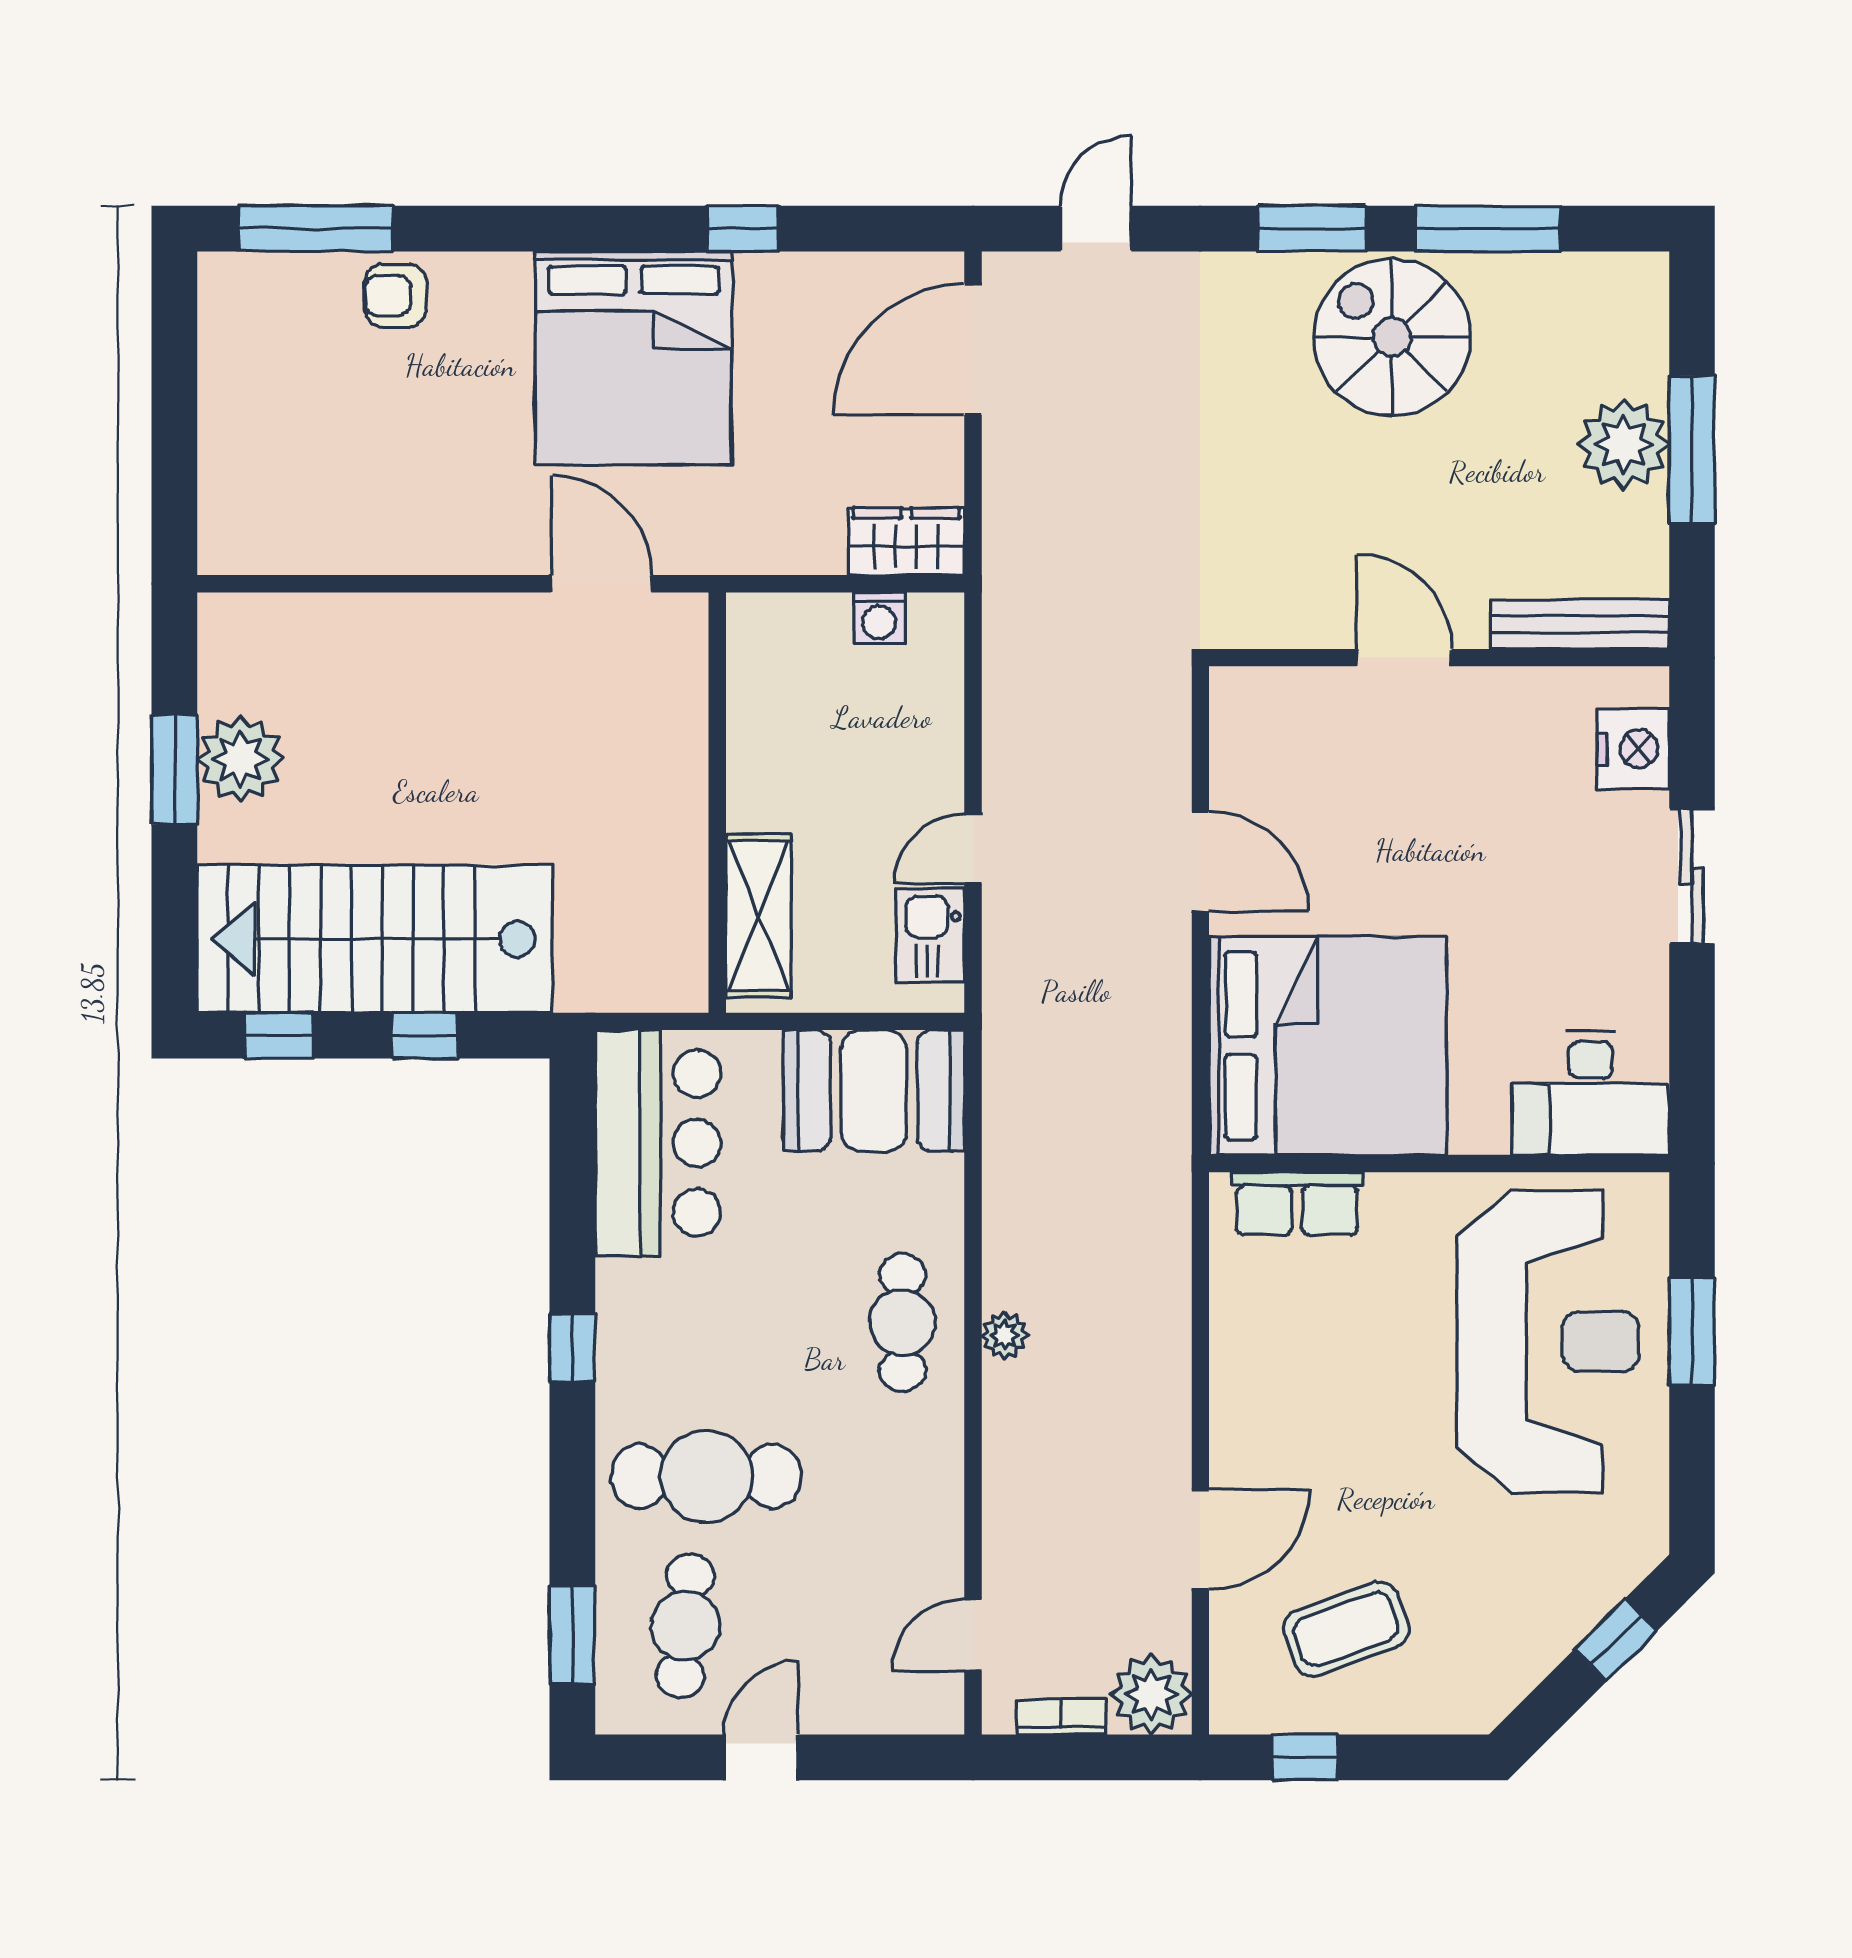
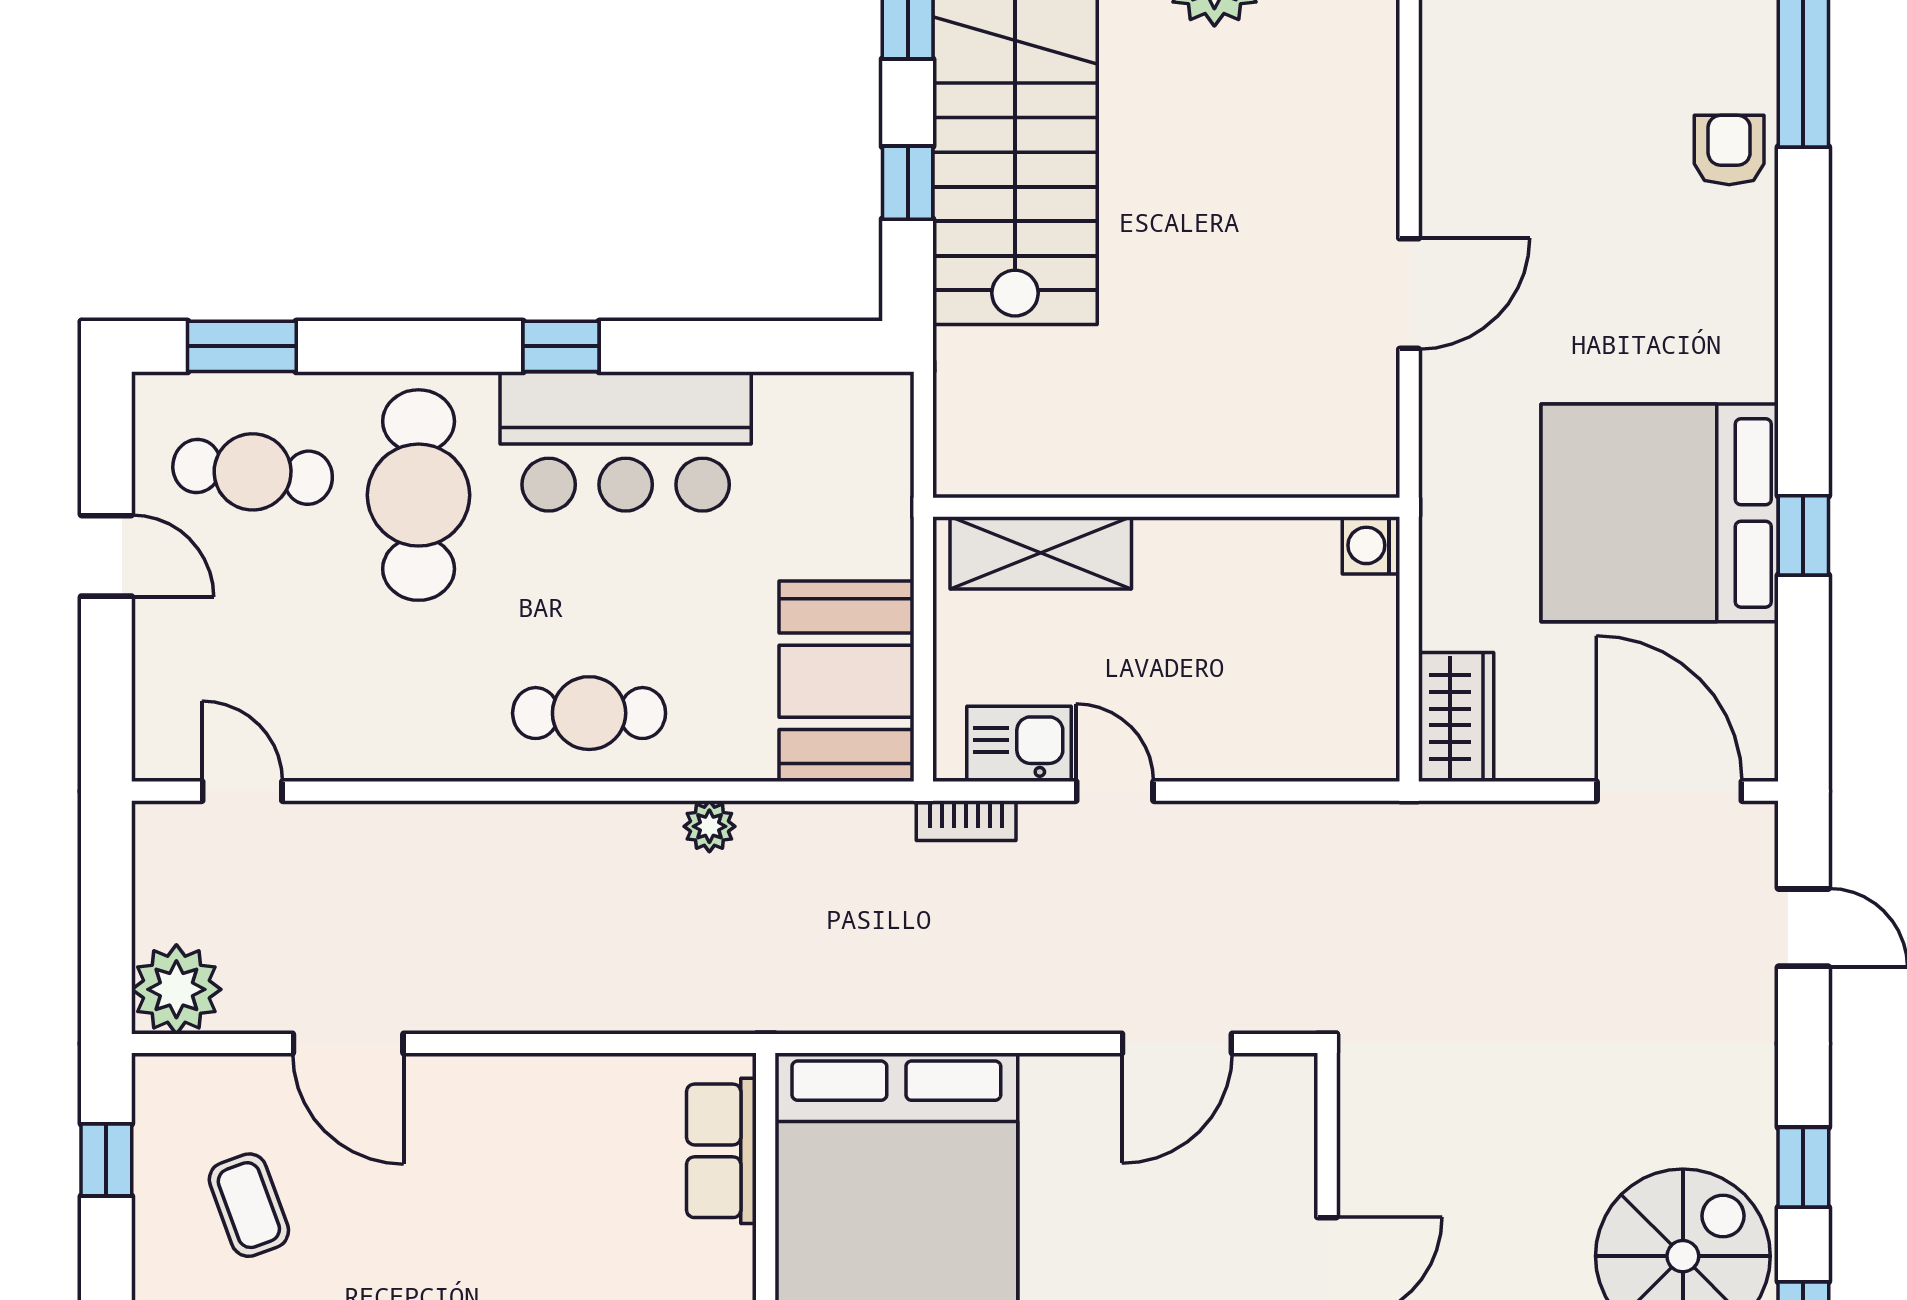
window: (1312, 229) -> (1803, 1167), width x0.67
bed: (634, 358) -> (1660, 513), moved
door: (601, 584) -> (1409, 294), moved
washing machine: (879, 618) -> (1371, 545), moved
door: (1200, 861) -> (1177, 1043), moved
bar counter: (658, 1143) -> (626, 441), moved
plant: (1005, 1335) -> (709, 826), moved
coffee table: (1346, 1629) -> (249, 1205), width x0.73, depth x0.77
bookcase: (1062, 1717) -> (966, 821), moved, turned 90

